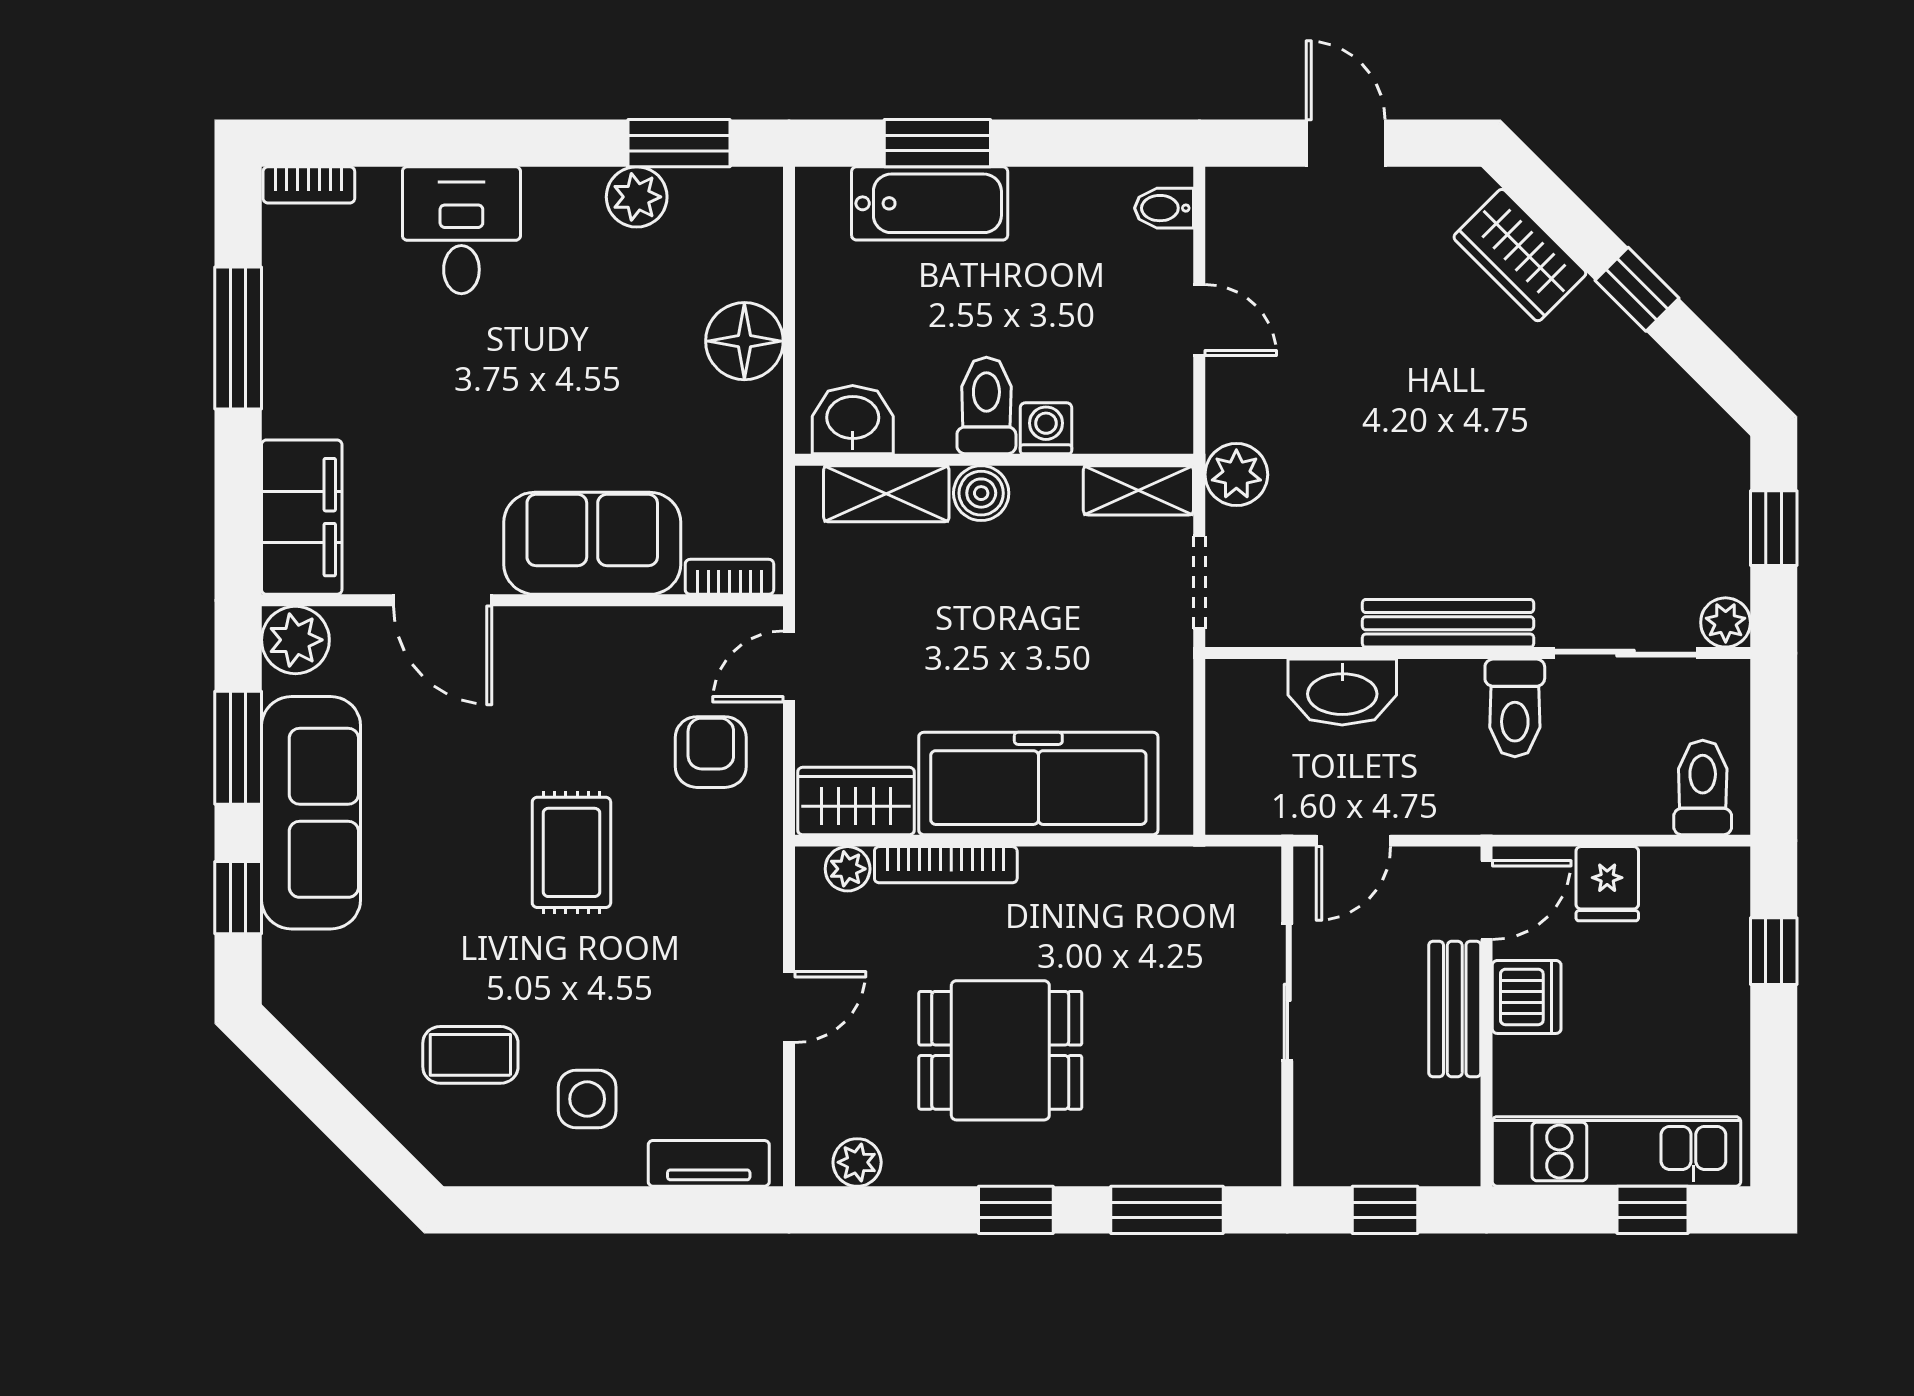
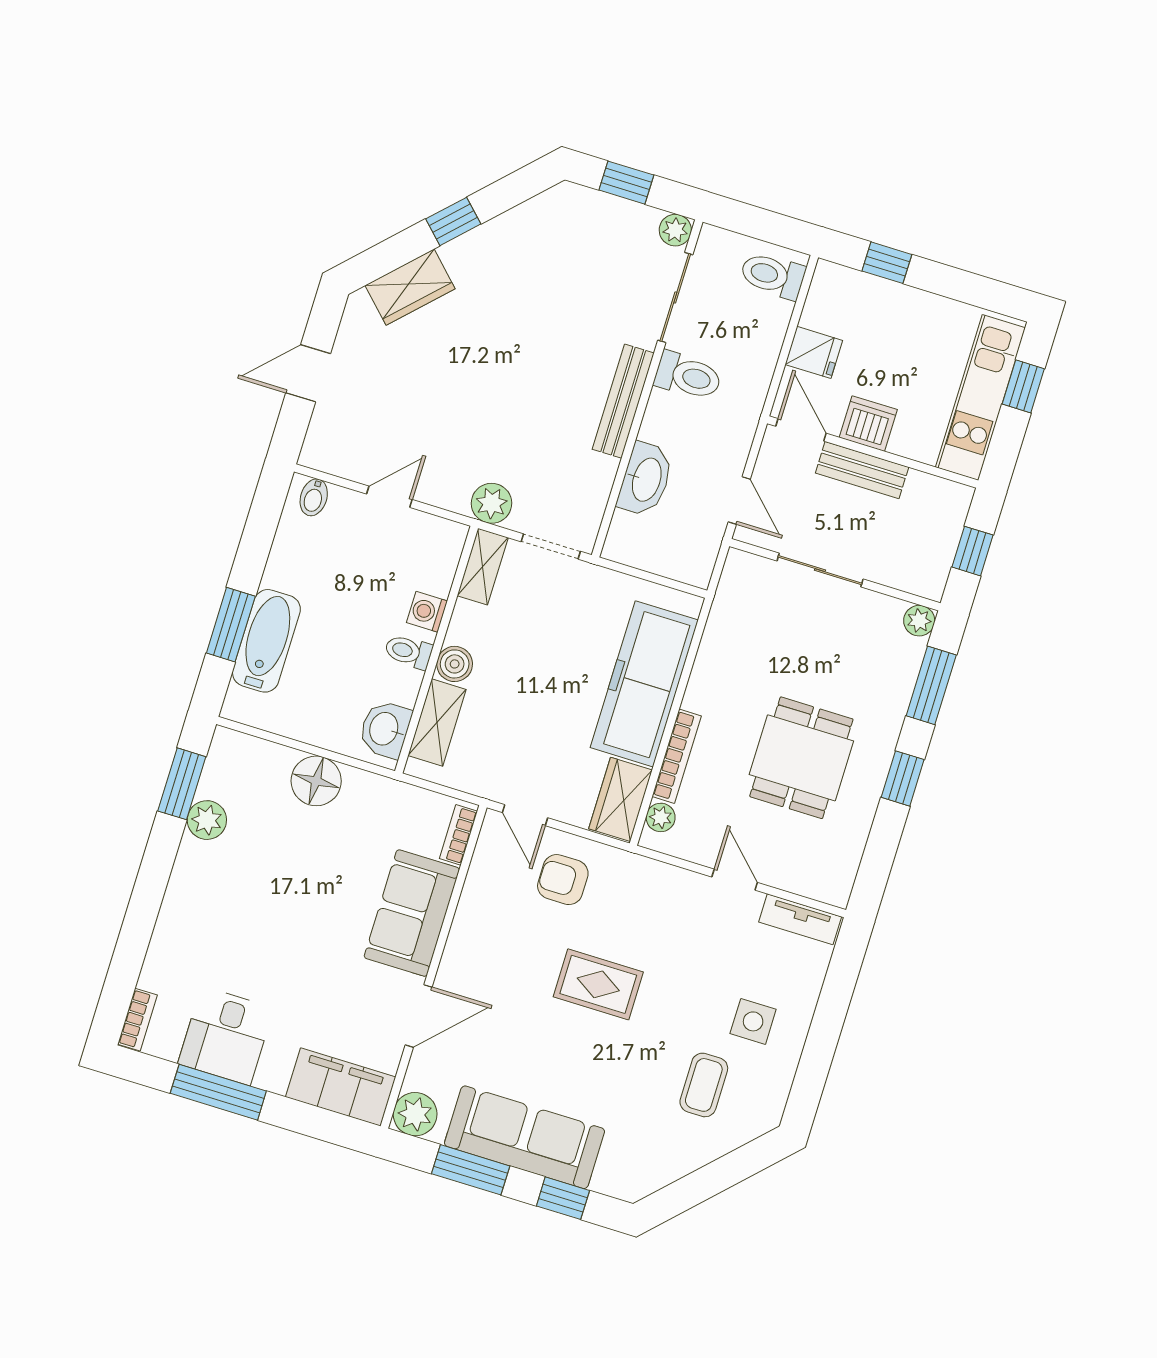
desk: (461, 230) -> (226, 1036), moved, turned -90
toilet: (986, 406) -> (408, 652), width x0.73, depth x0.72
plant: (857, 1162) -> (919, 621), moved
tv unit: (709, 1163) -> (800, 919), moved, turned -90

